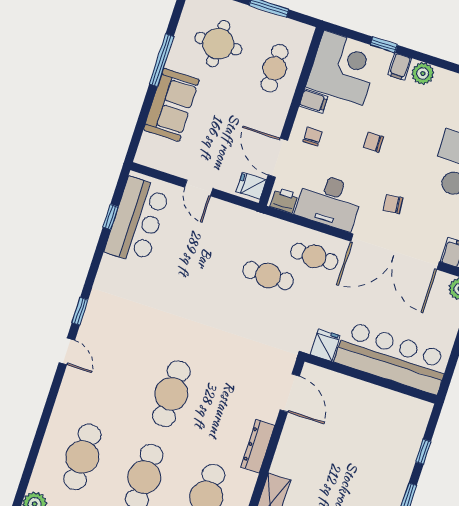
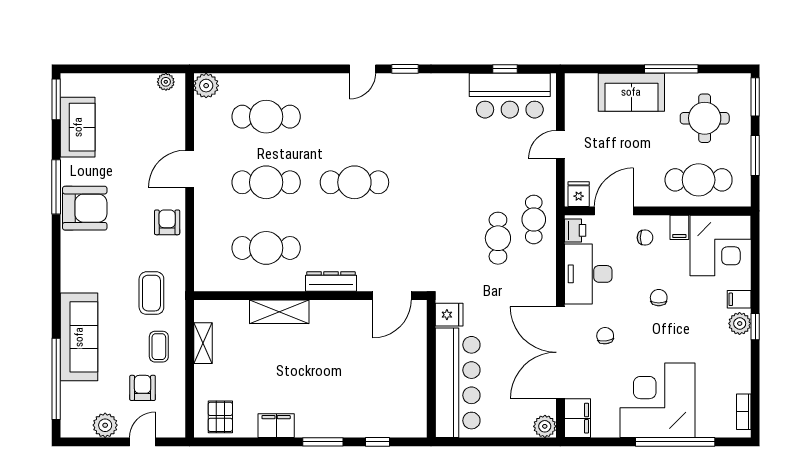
window: (384, 45) -> (755, 327), moved
cafe table: (275, 68) -> (699, 180), width x1.37, depth x1.35
cafe table: (314, 256) -> (534, 219), moved

